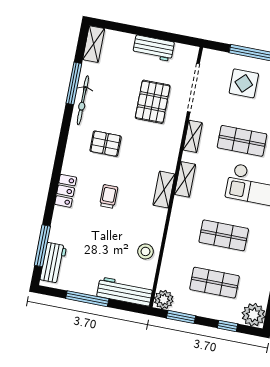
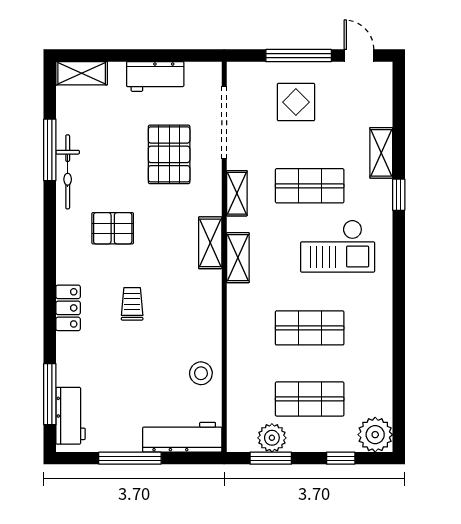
shelving: (94, 44) -> (82, 73), moved, turned 90
shelving: (164, 190) -> (210, 243), moved
plant: (164, 300) -> (272, 438), moved

